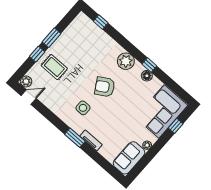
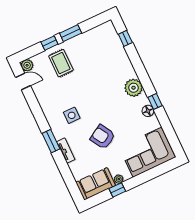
armchair: (105, 87) -> (103, 137), moved
window: (176, 126) -> (117, 190), moved

